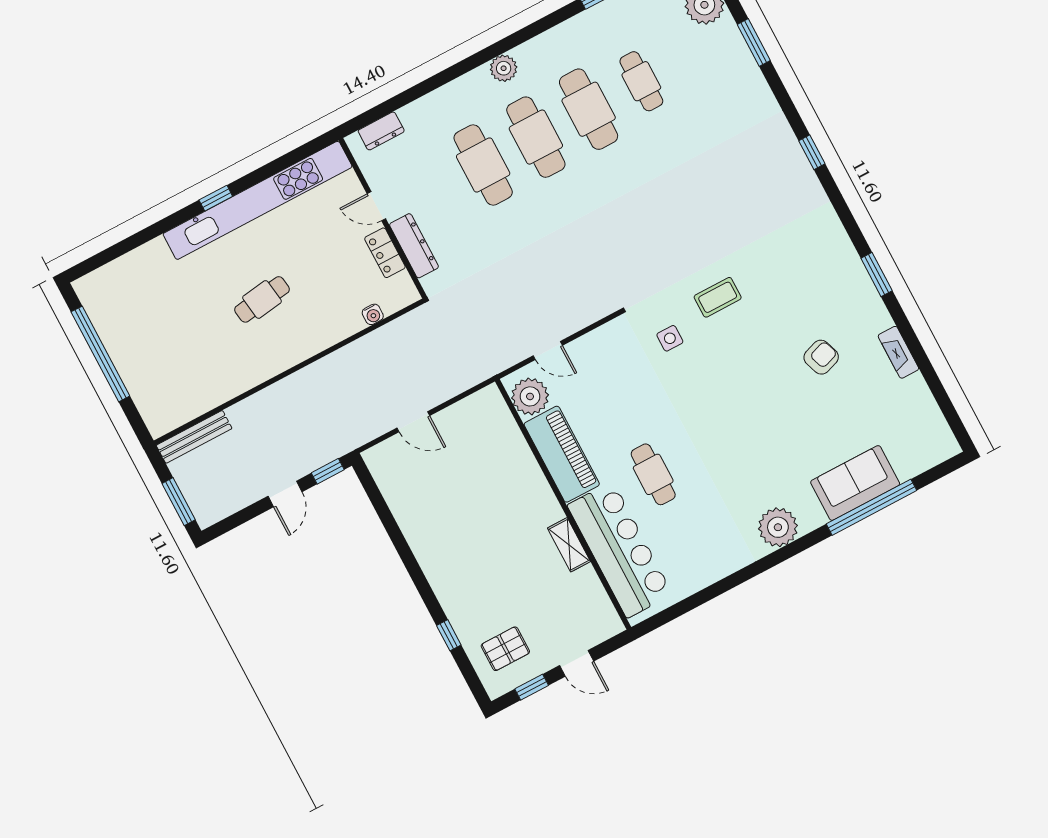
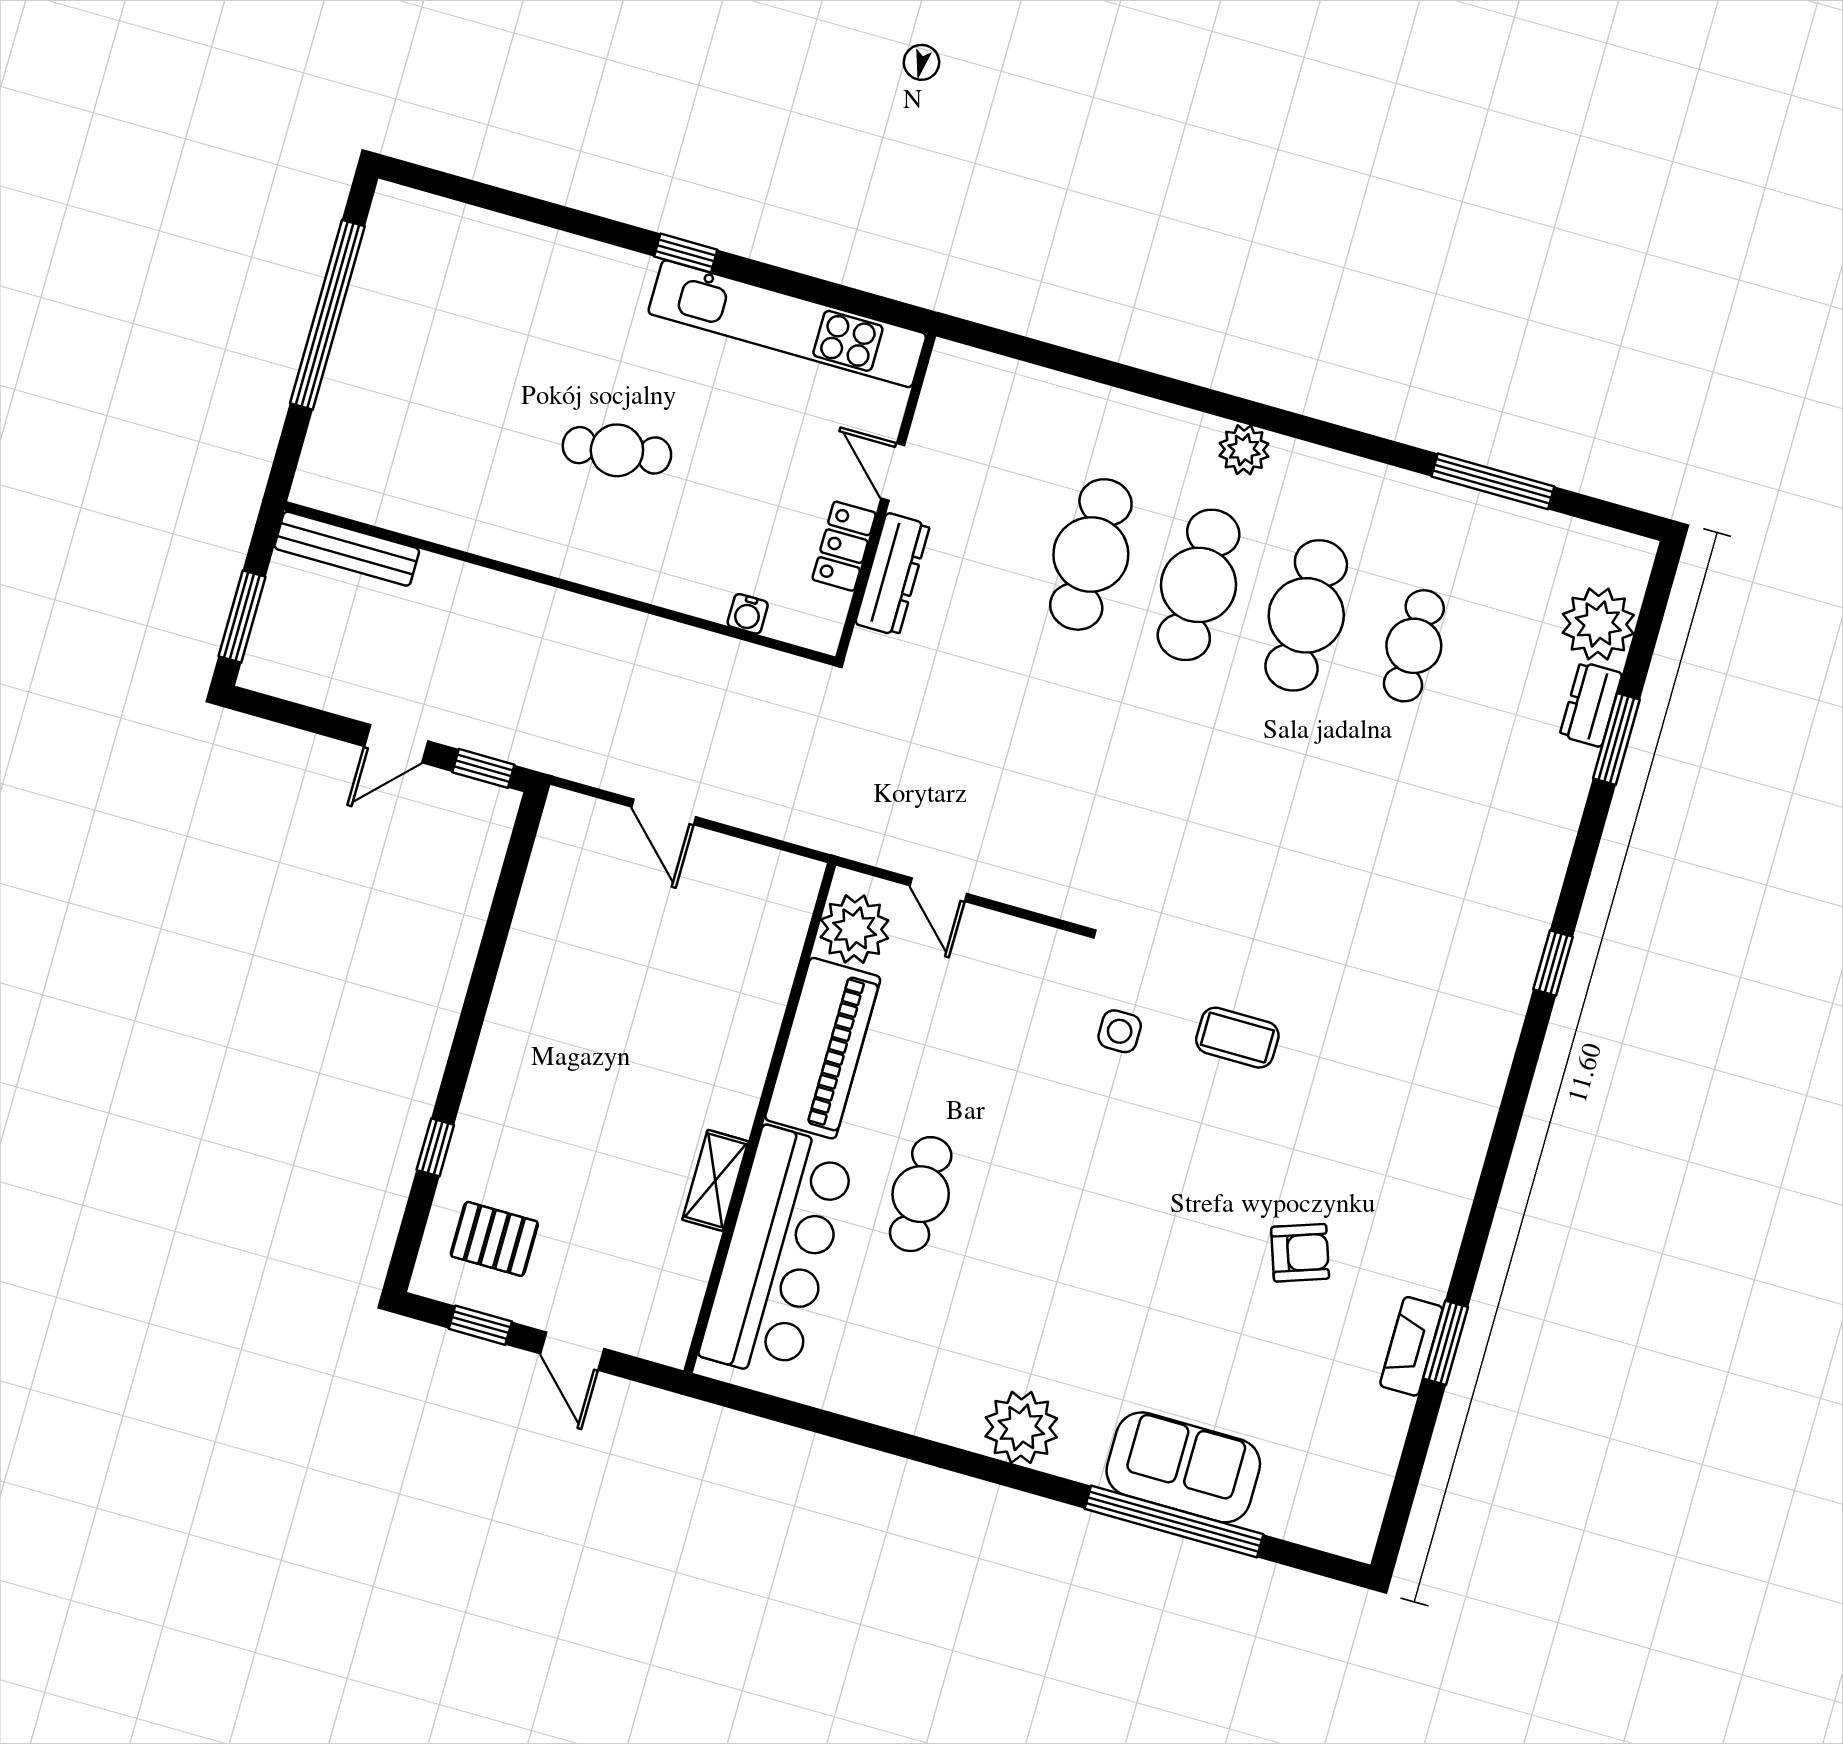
dresser: (381, 131) -> (1591, 704), moved, turned 90
kitchen unit: (258, 200) -> (787, 324), width x0.73
window: (877, 274) -> (1446, 1343), moved

